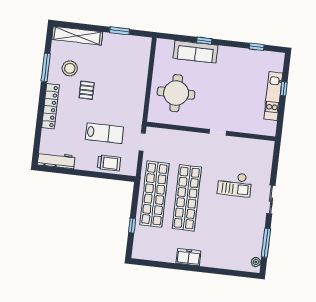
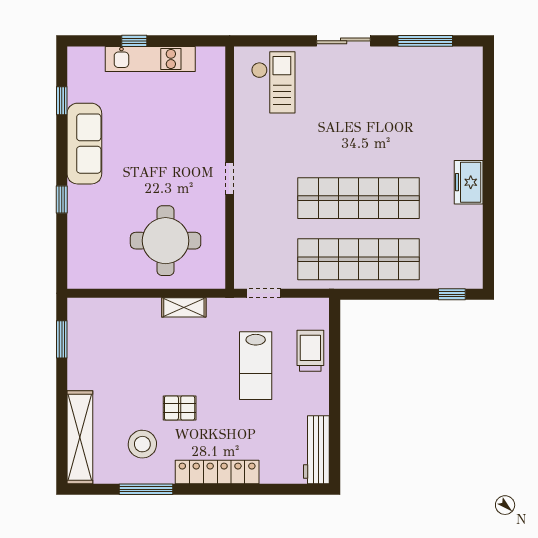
window: (120, 31) -> (62, 339), moved
sofa: (195, 52) -> (84, 144), moved
shelving: (140, 99) -> (184, 307), added
doorway: (218, 132) -> (230, 178), moved
lab bench: (104, 133) -> (256, 366), turned 180
checkout: (235, 184) -> (273, 82), moved
window: (132, 226) -> (452, 294), moved
plant: (256, 262) -> (463, 56), removed

